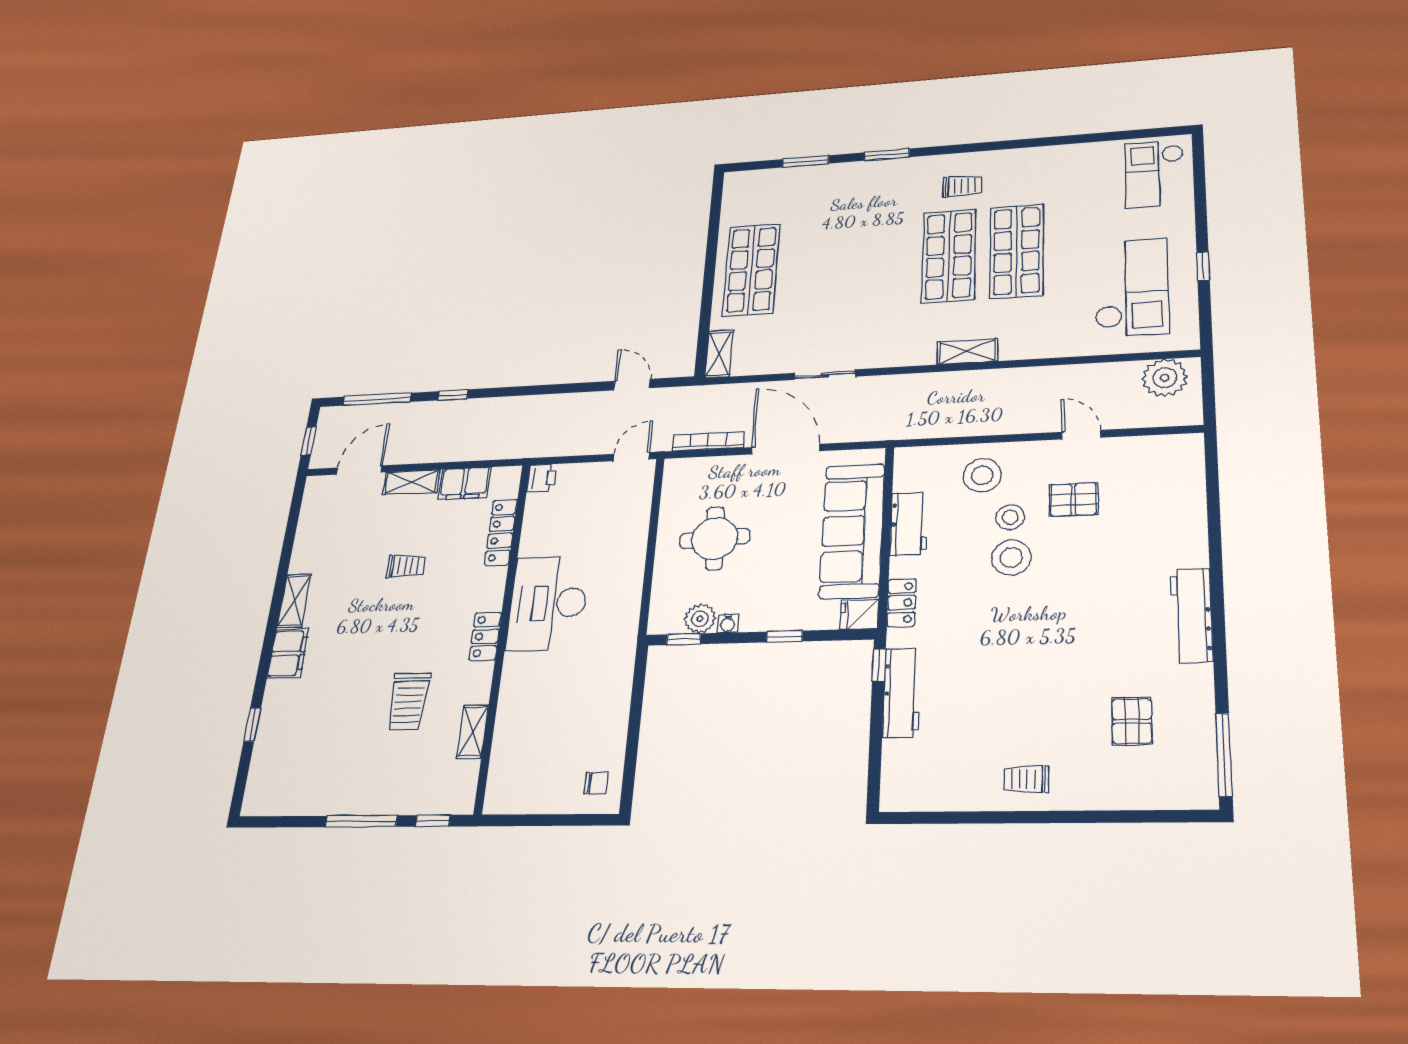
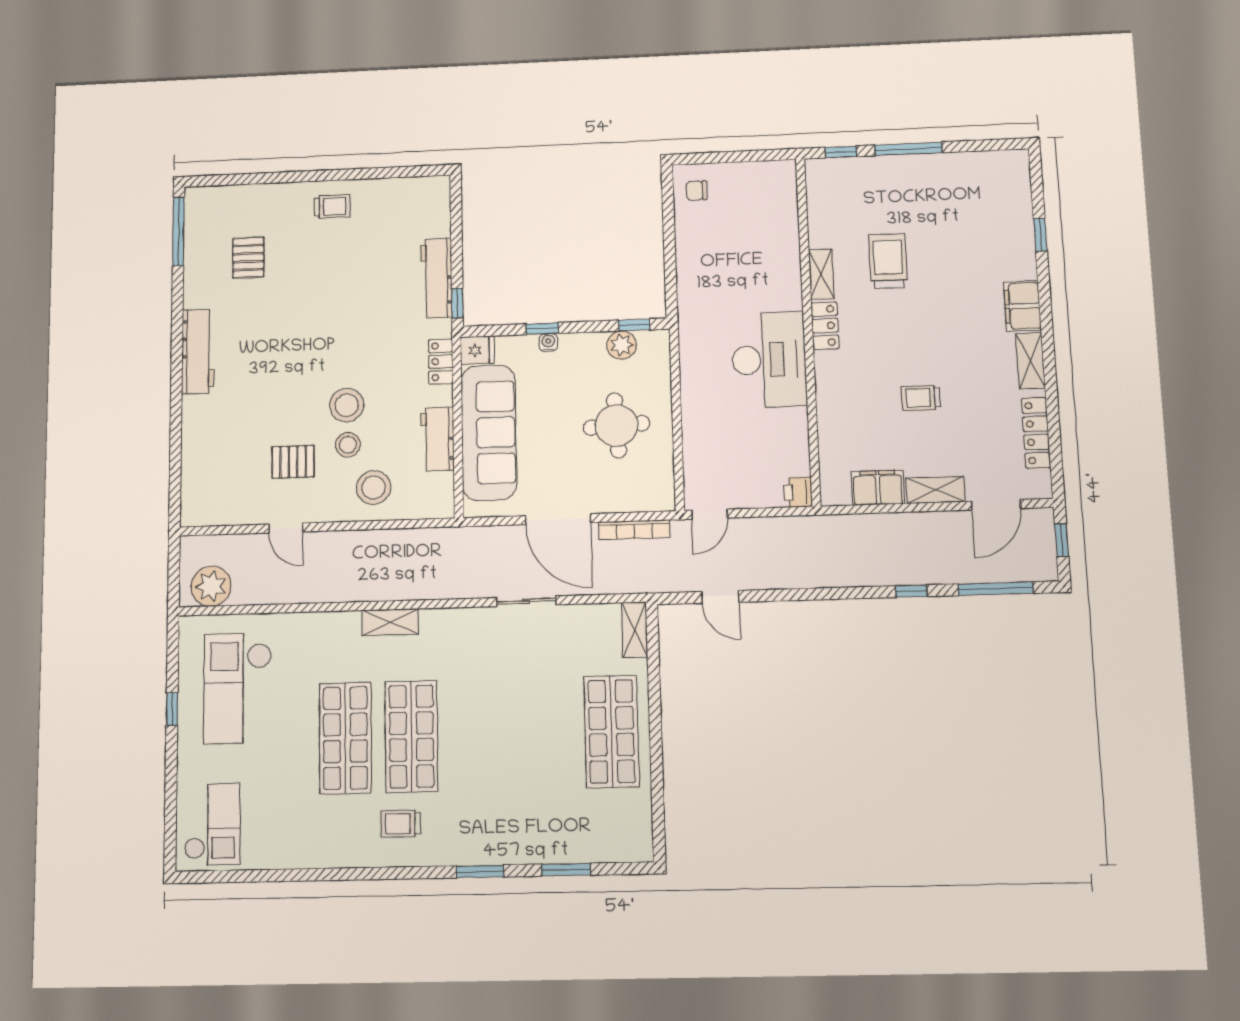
locker: (501, 532) -> (1036, 433), moved, turned 180
water cooler: (727, 623) -> (548, 342), moved
shelving: (473, 732) -> (821, 274), moved

